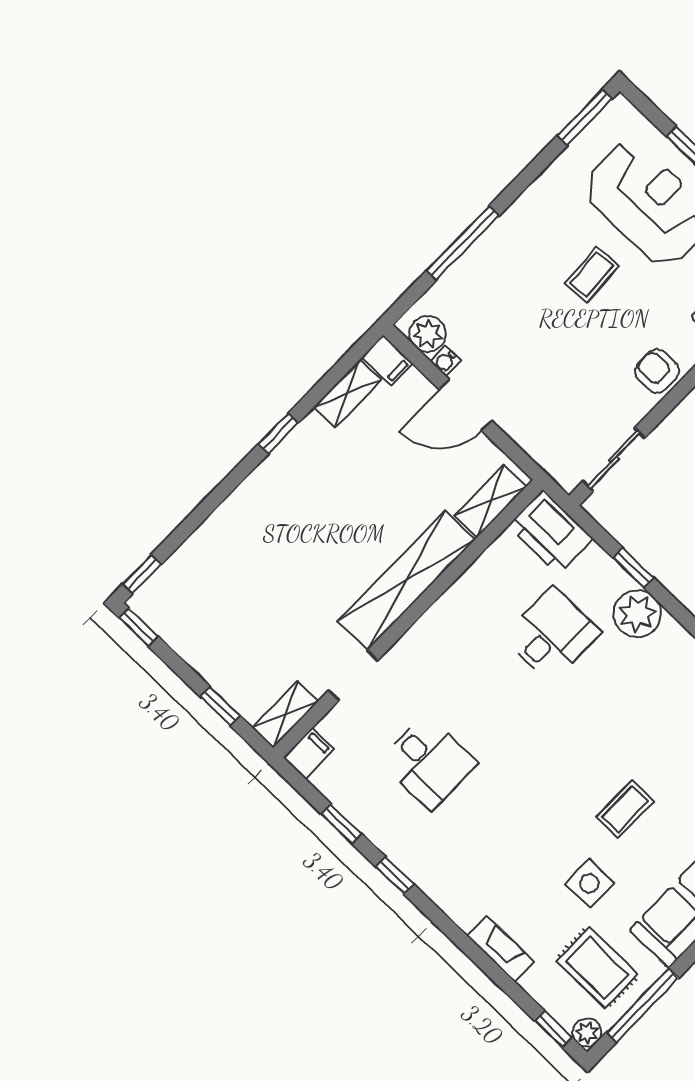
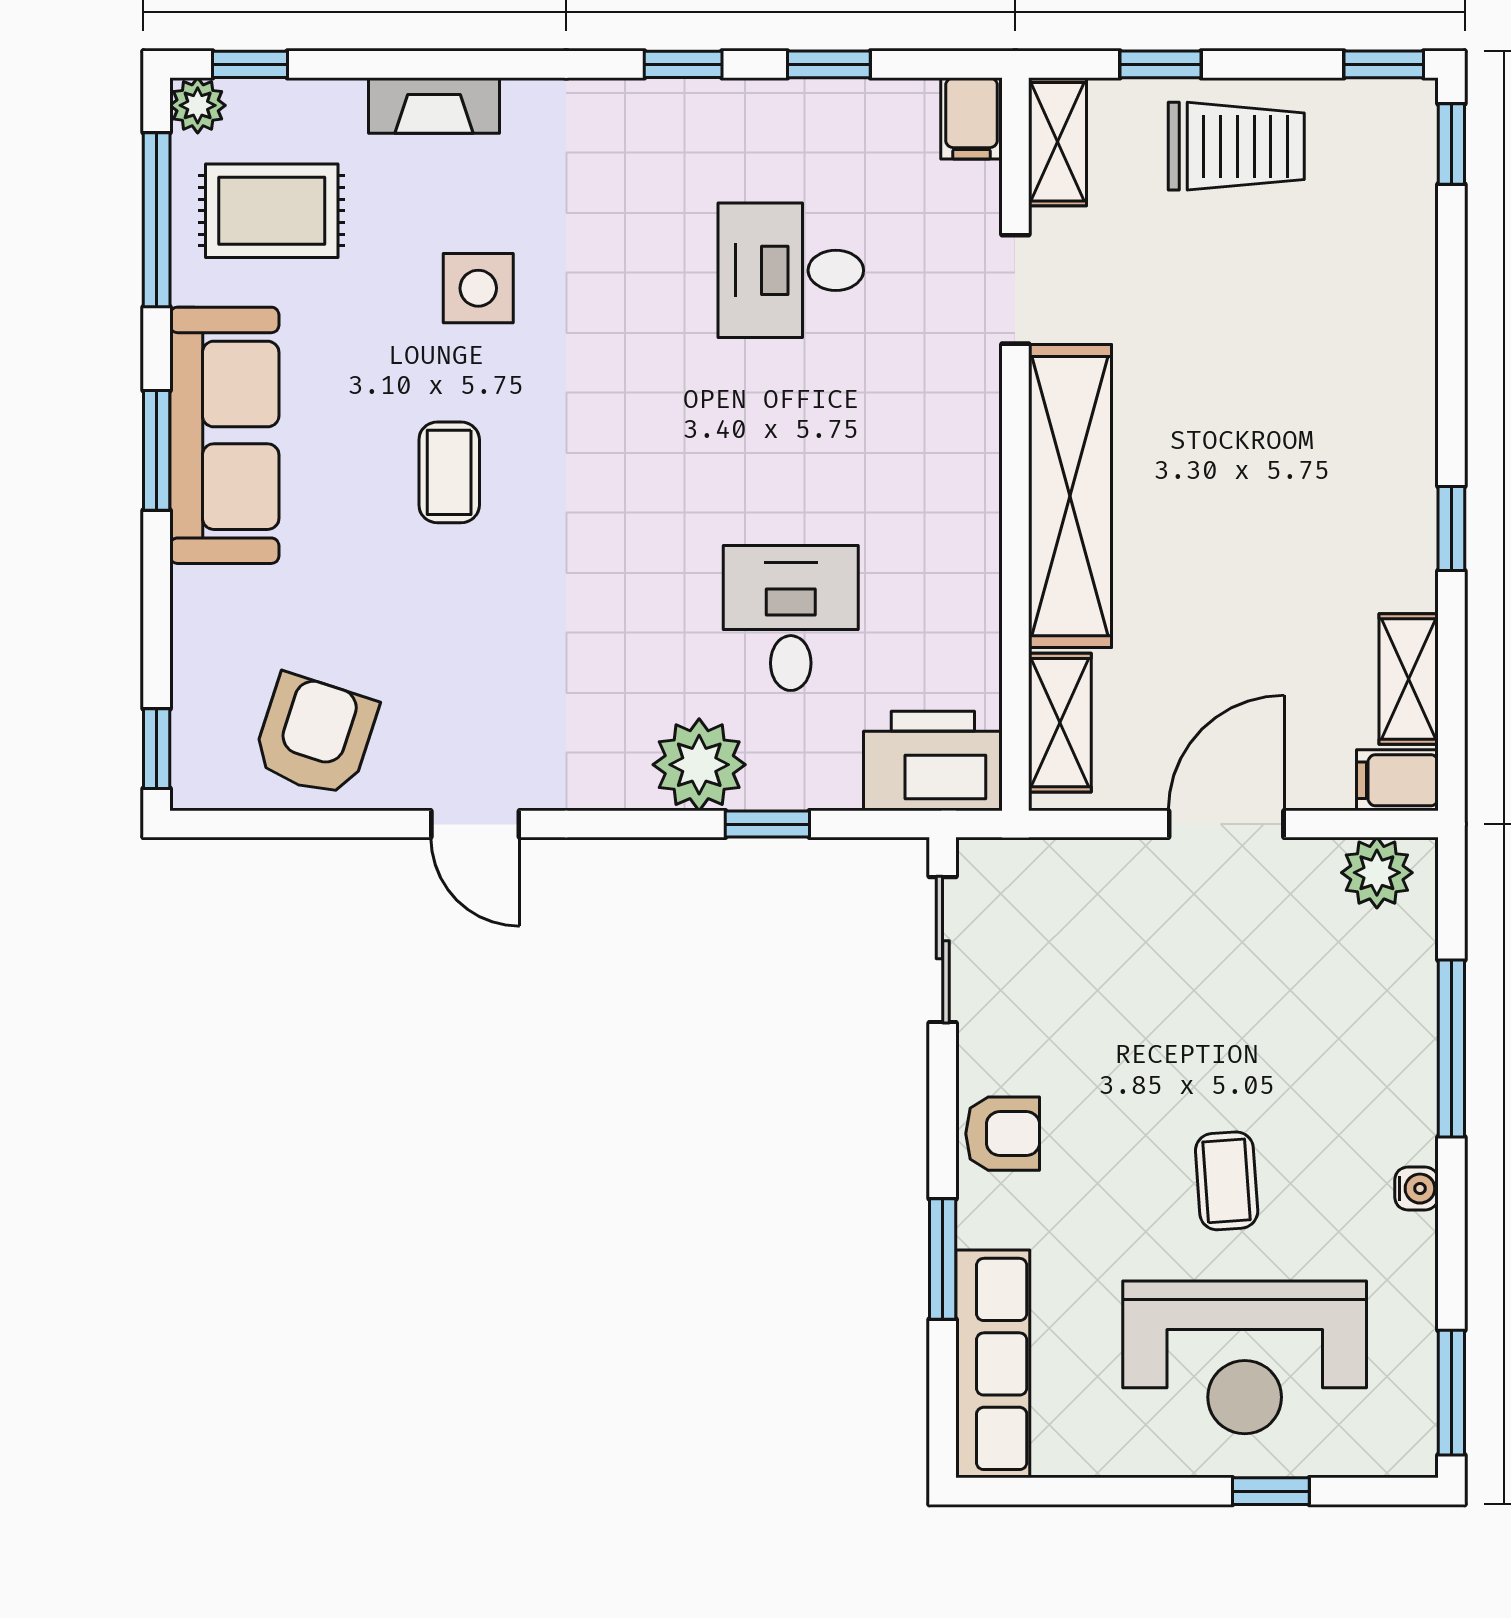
water cooler: (446, 361) -> (1416, 1189), moved, turned 90
desk: (552, 635) -> (791, 618), turned 180
trolley: (222, 650) -> (1236, 146), added
side table: (589, 883) -> (478, 288), moved

